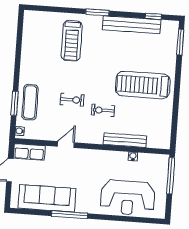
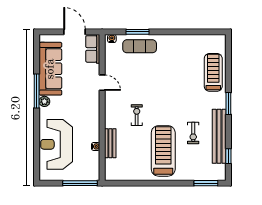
treadmill: (72, 41) -> (213, 72), moved, turned 90
exercise bike: (72, 100) -> (193, 133), moved
bench: (125, 140) -> (110, 143), width x0.73
plant: (81, 207) -> (44, 101), added

